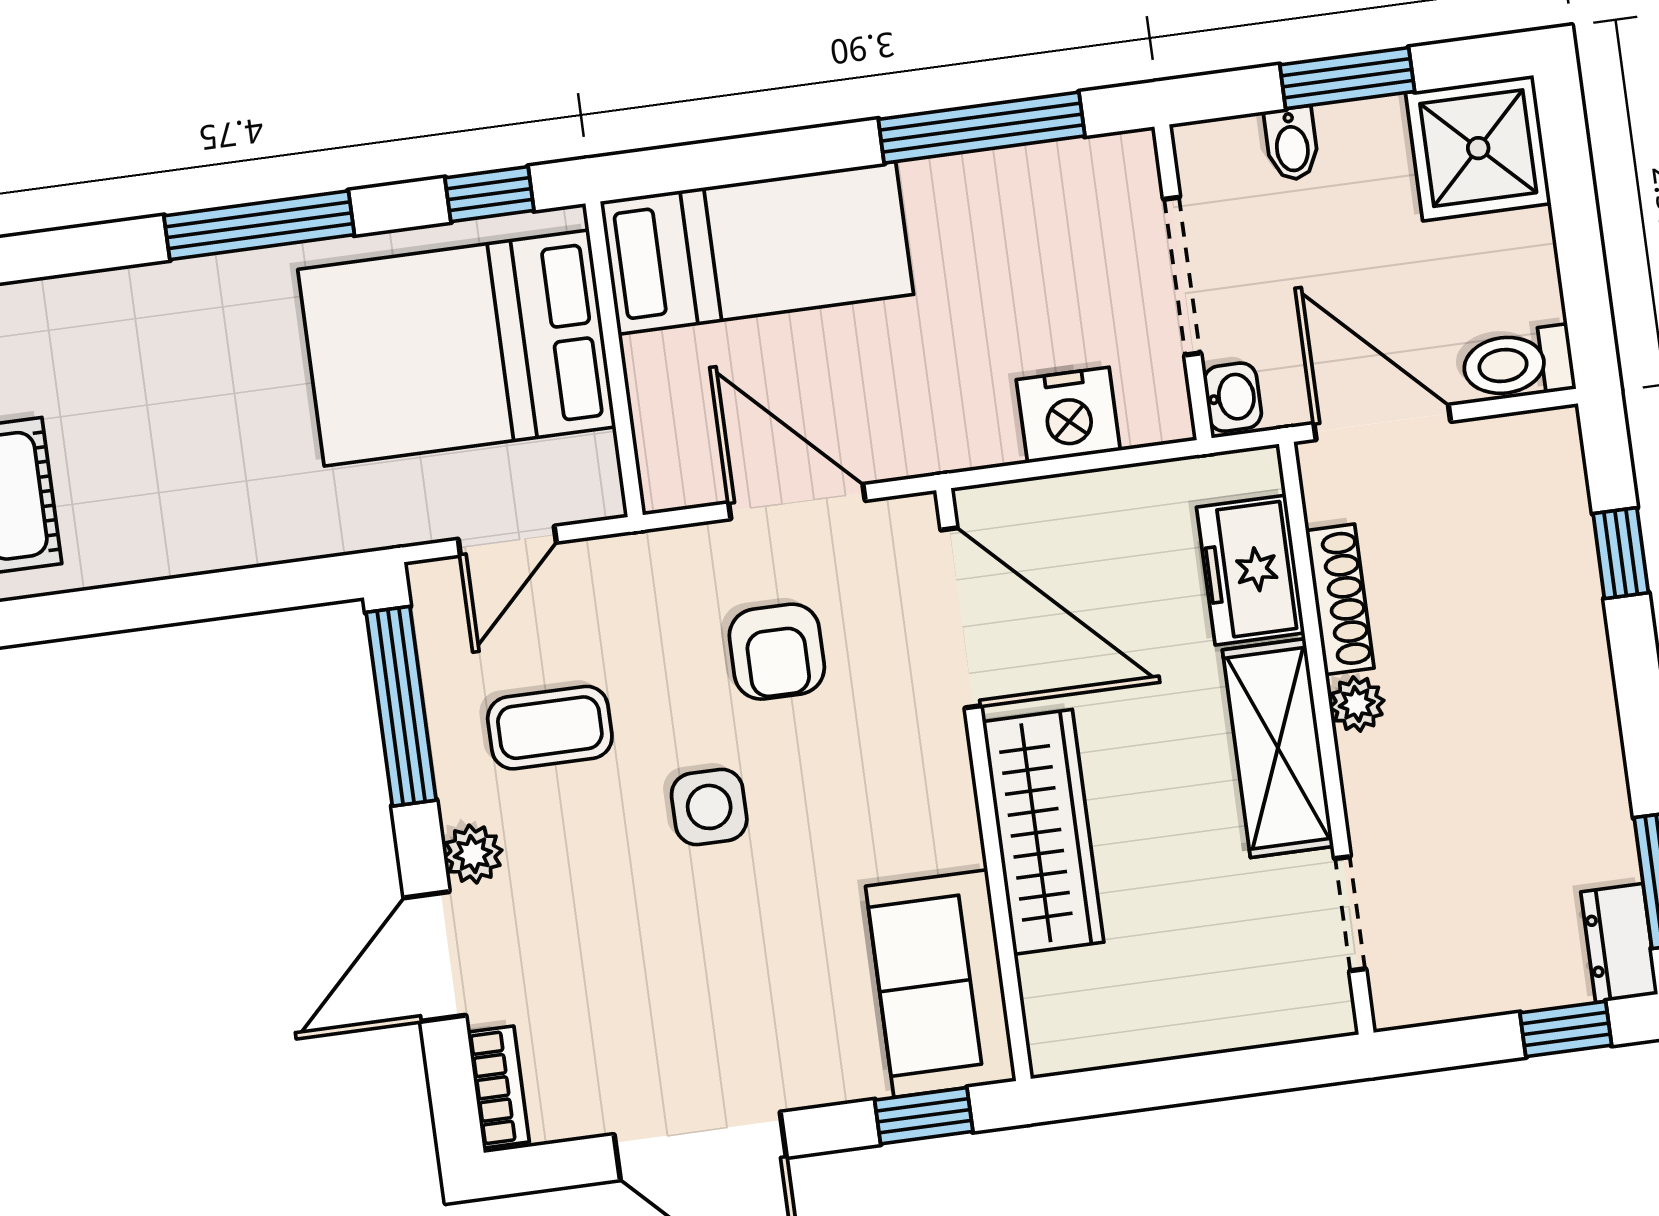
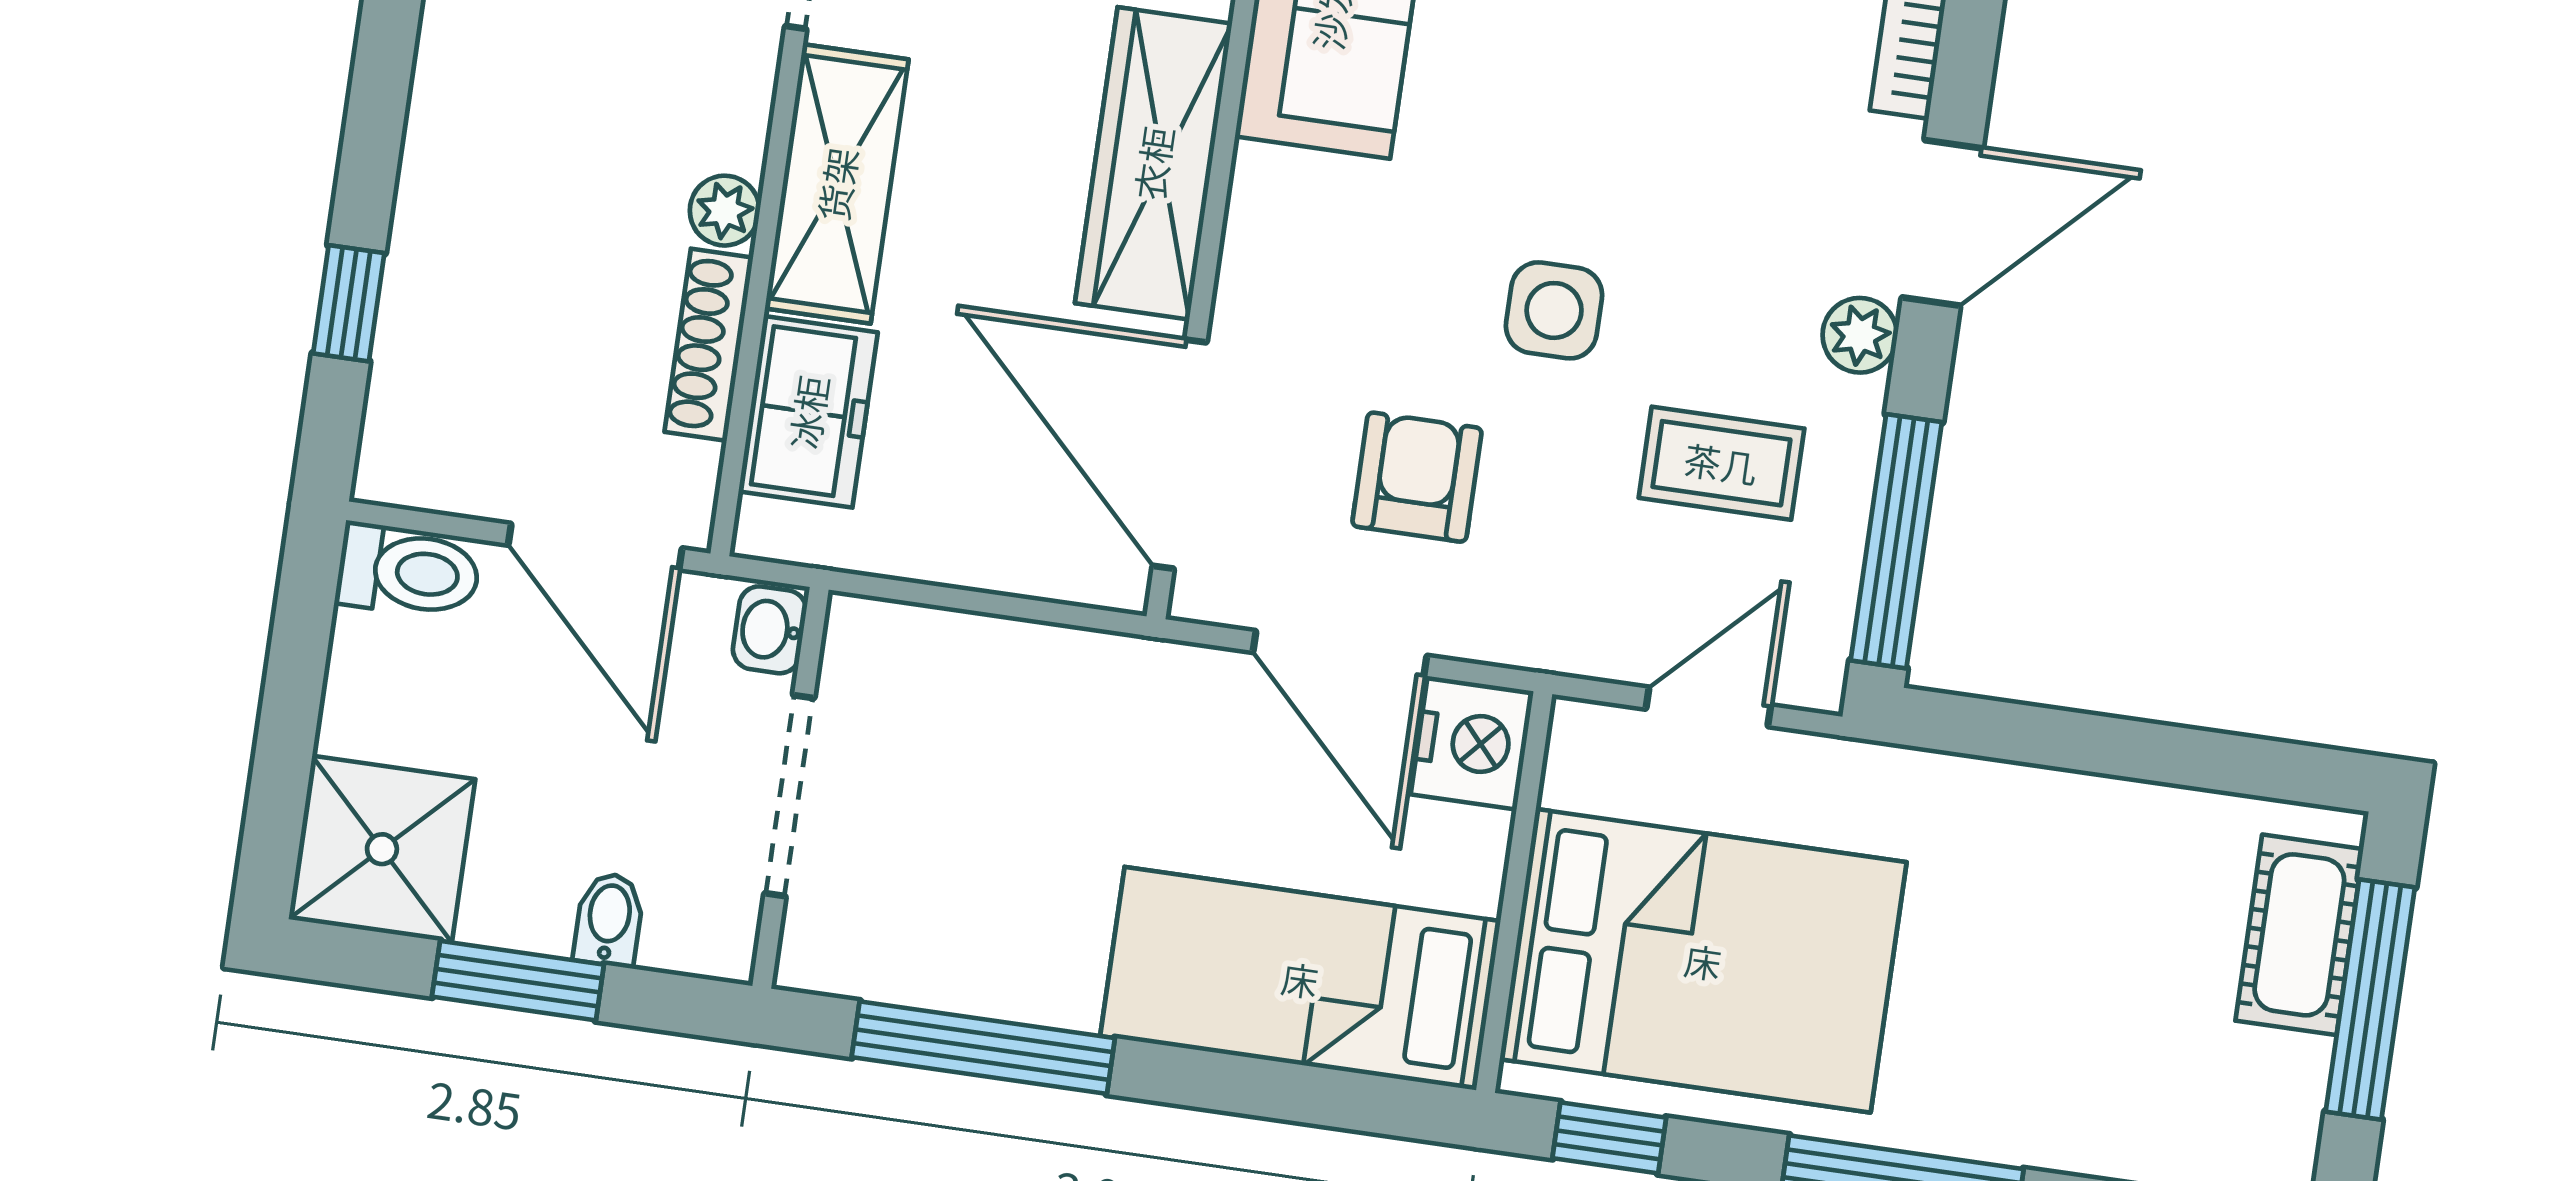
nightstand: (1068, 415) -> (1472, 743), moved, turned 90

